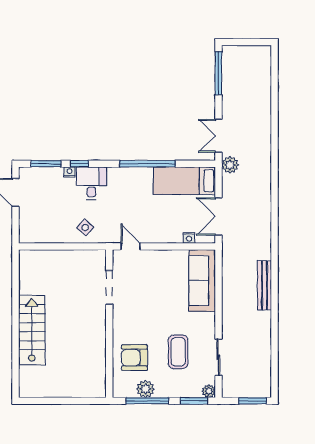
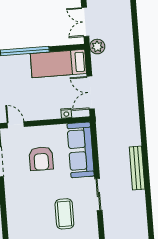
bench: (265, 285) -> (137, 168), moved
sliding door: (218, 357) -> (98, 195), moved
armchair: (134, 358) -> (41, 159), moved, turned -90

